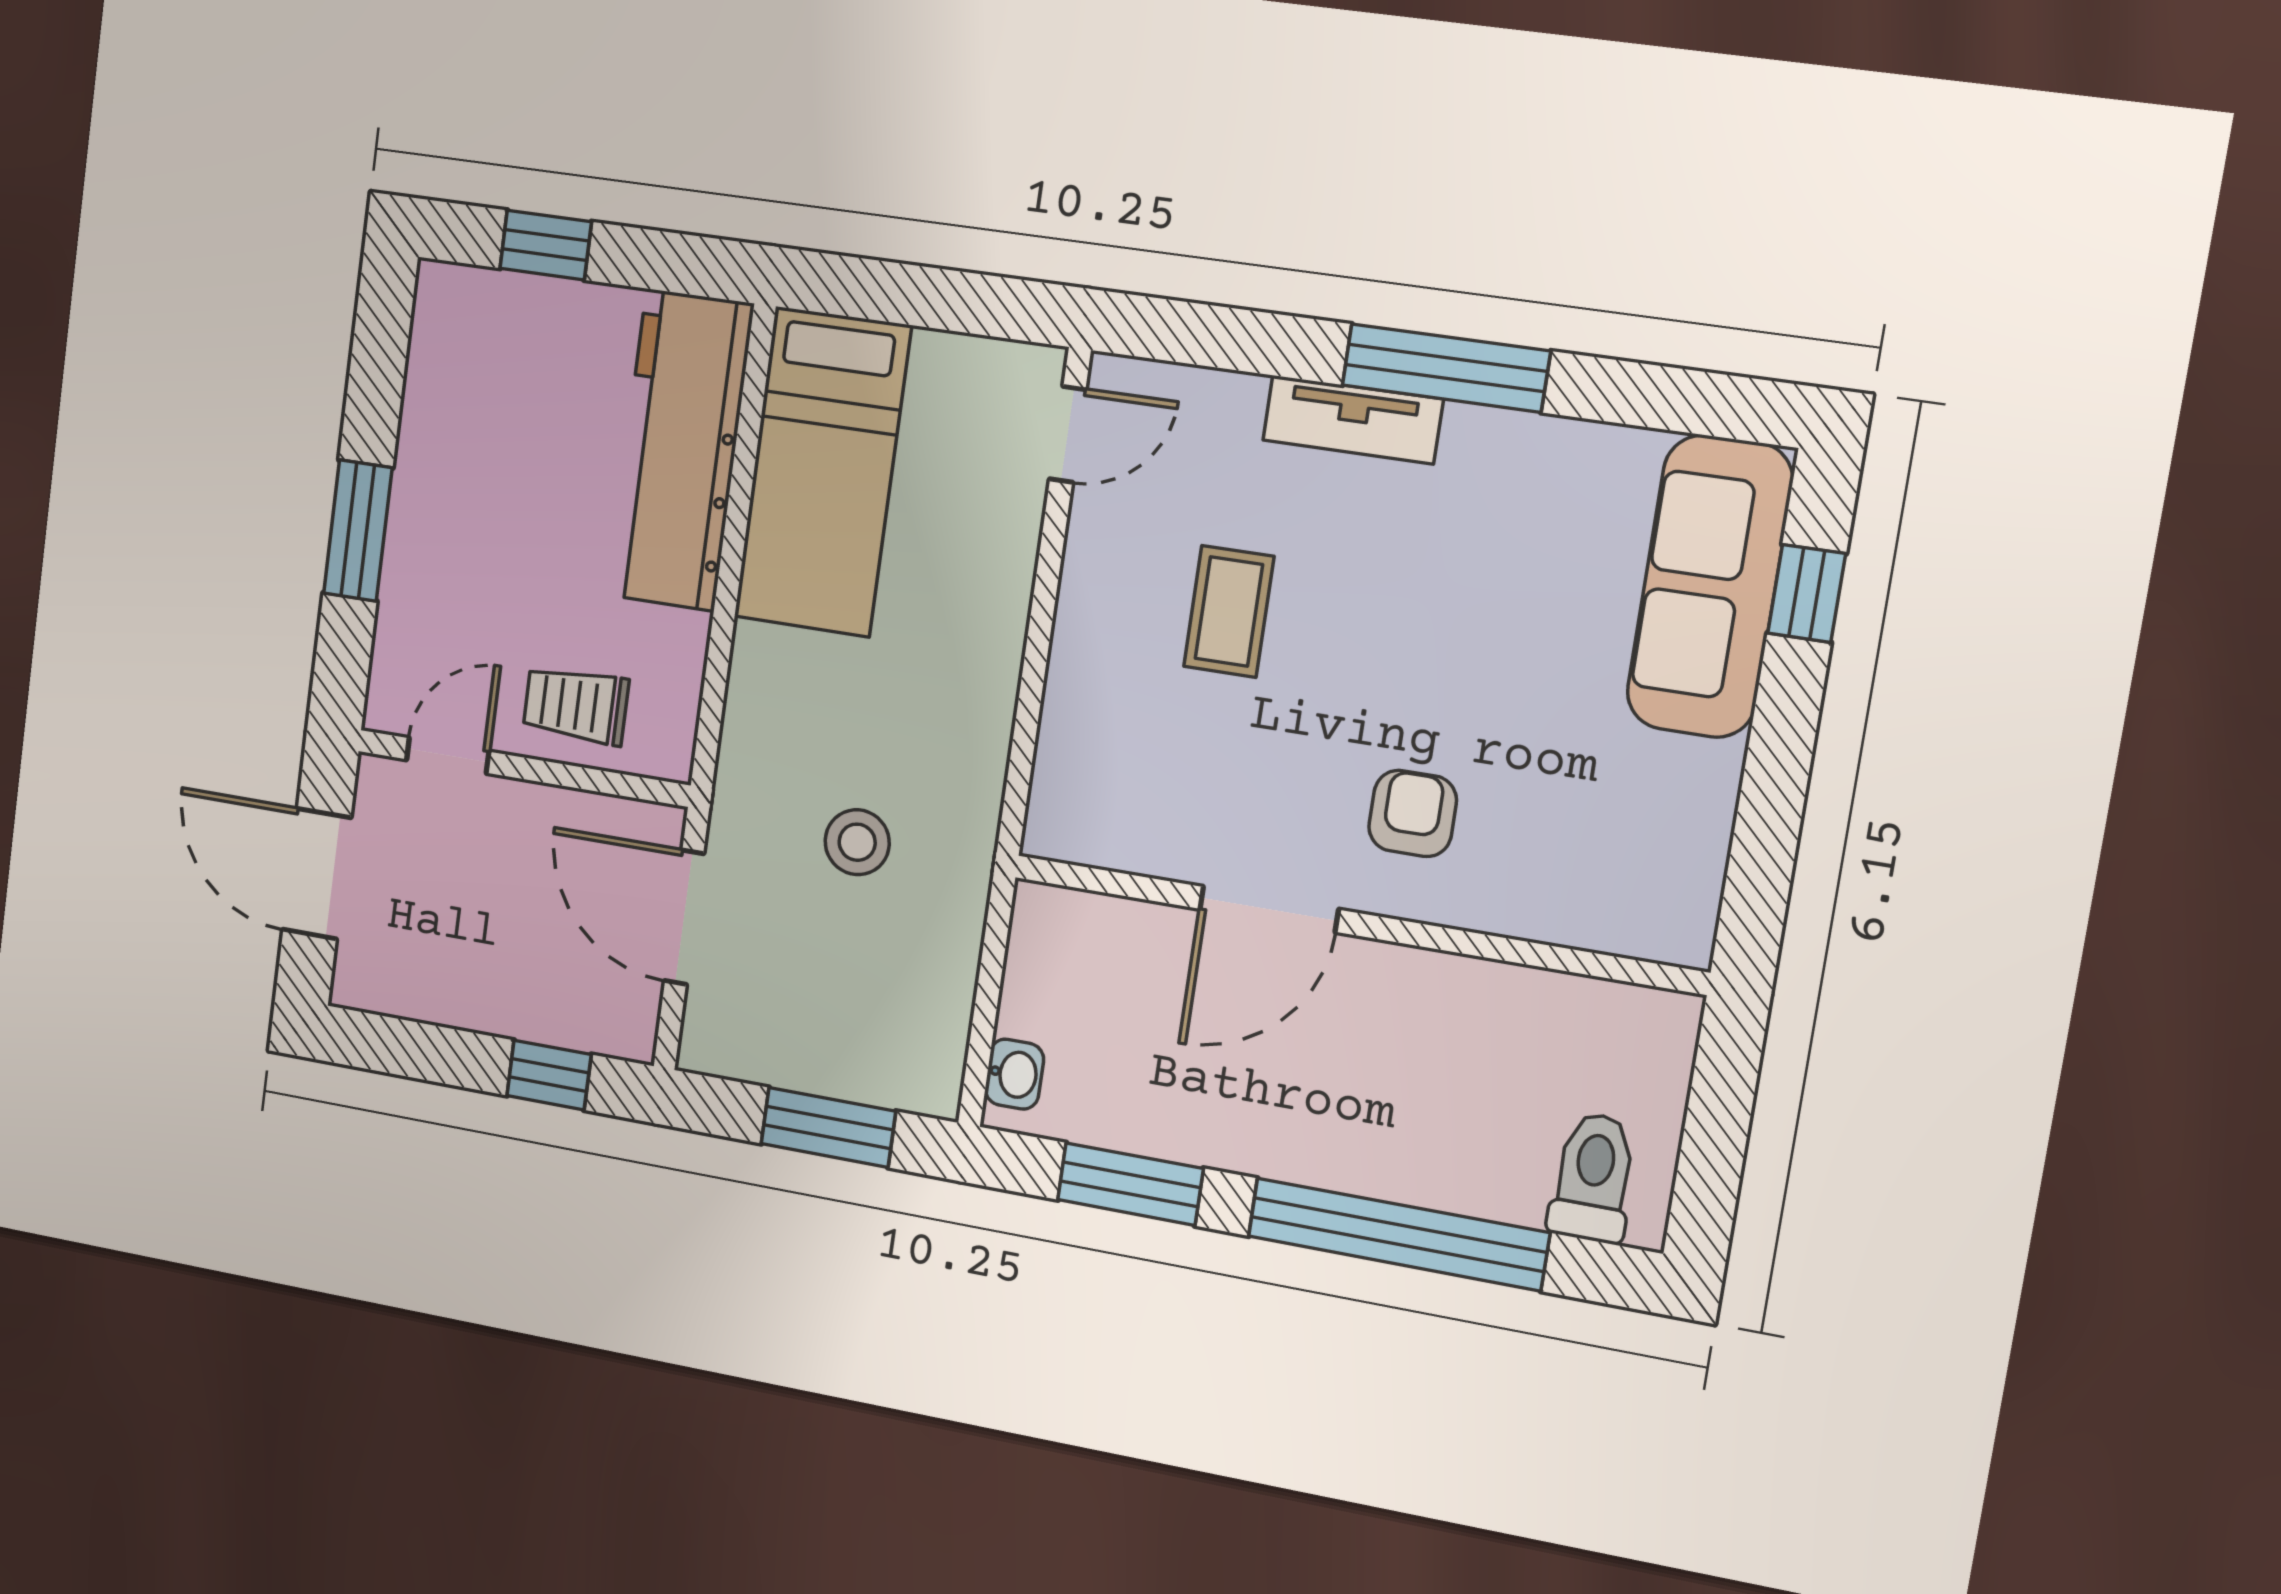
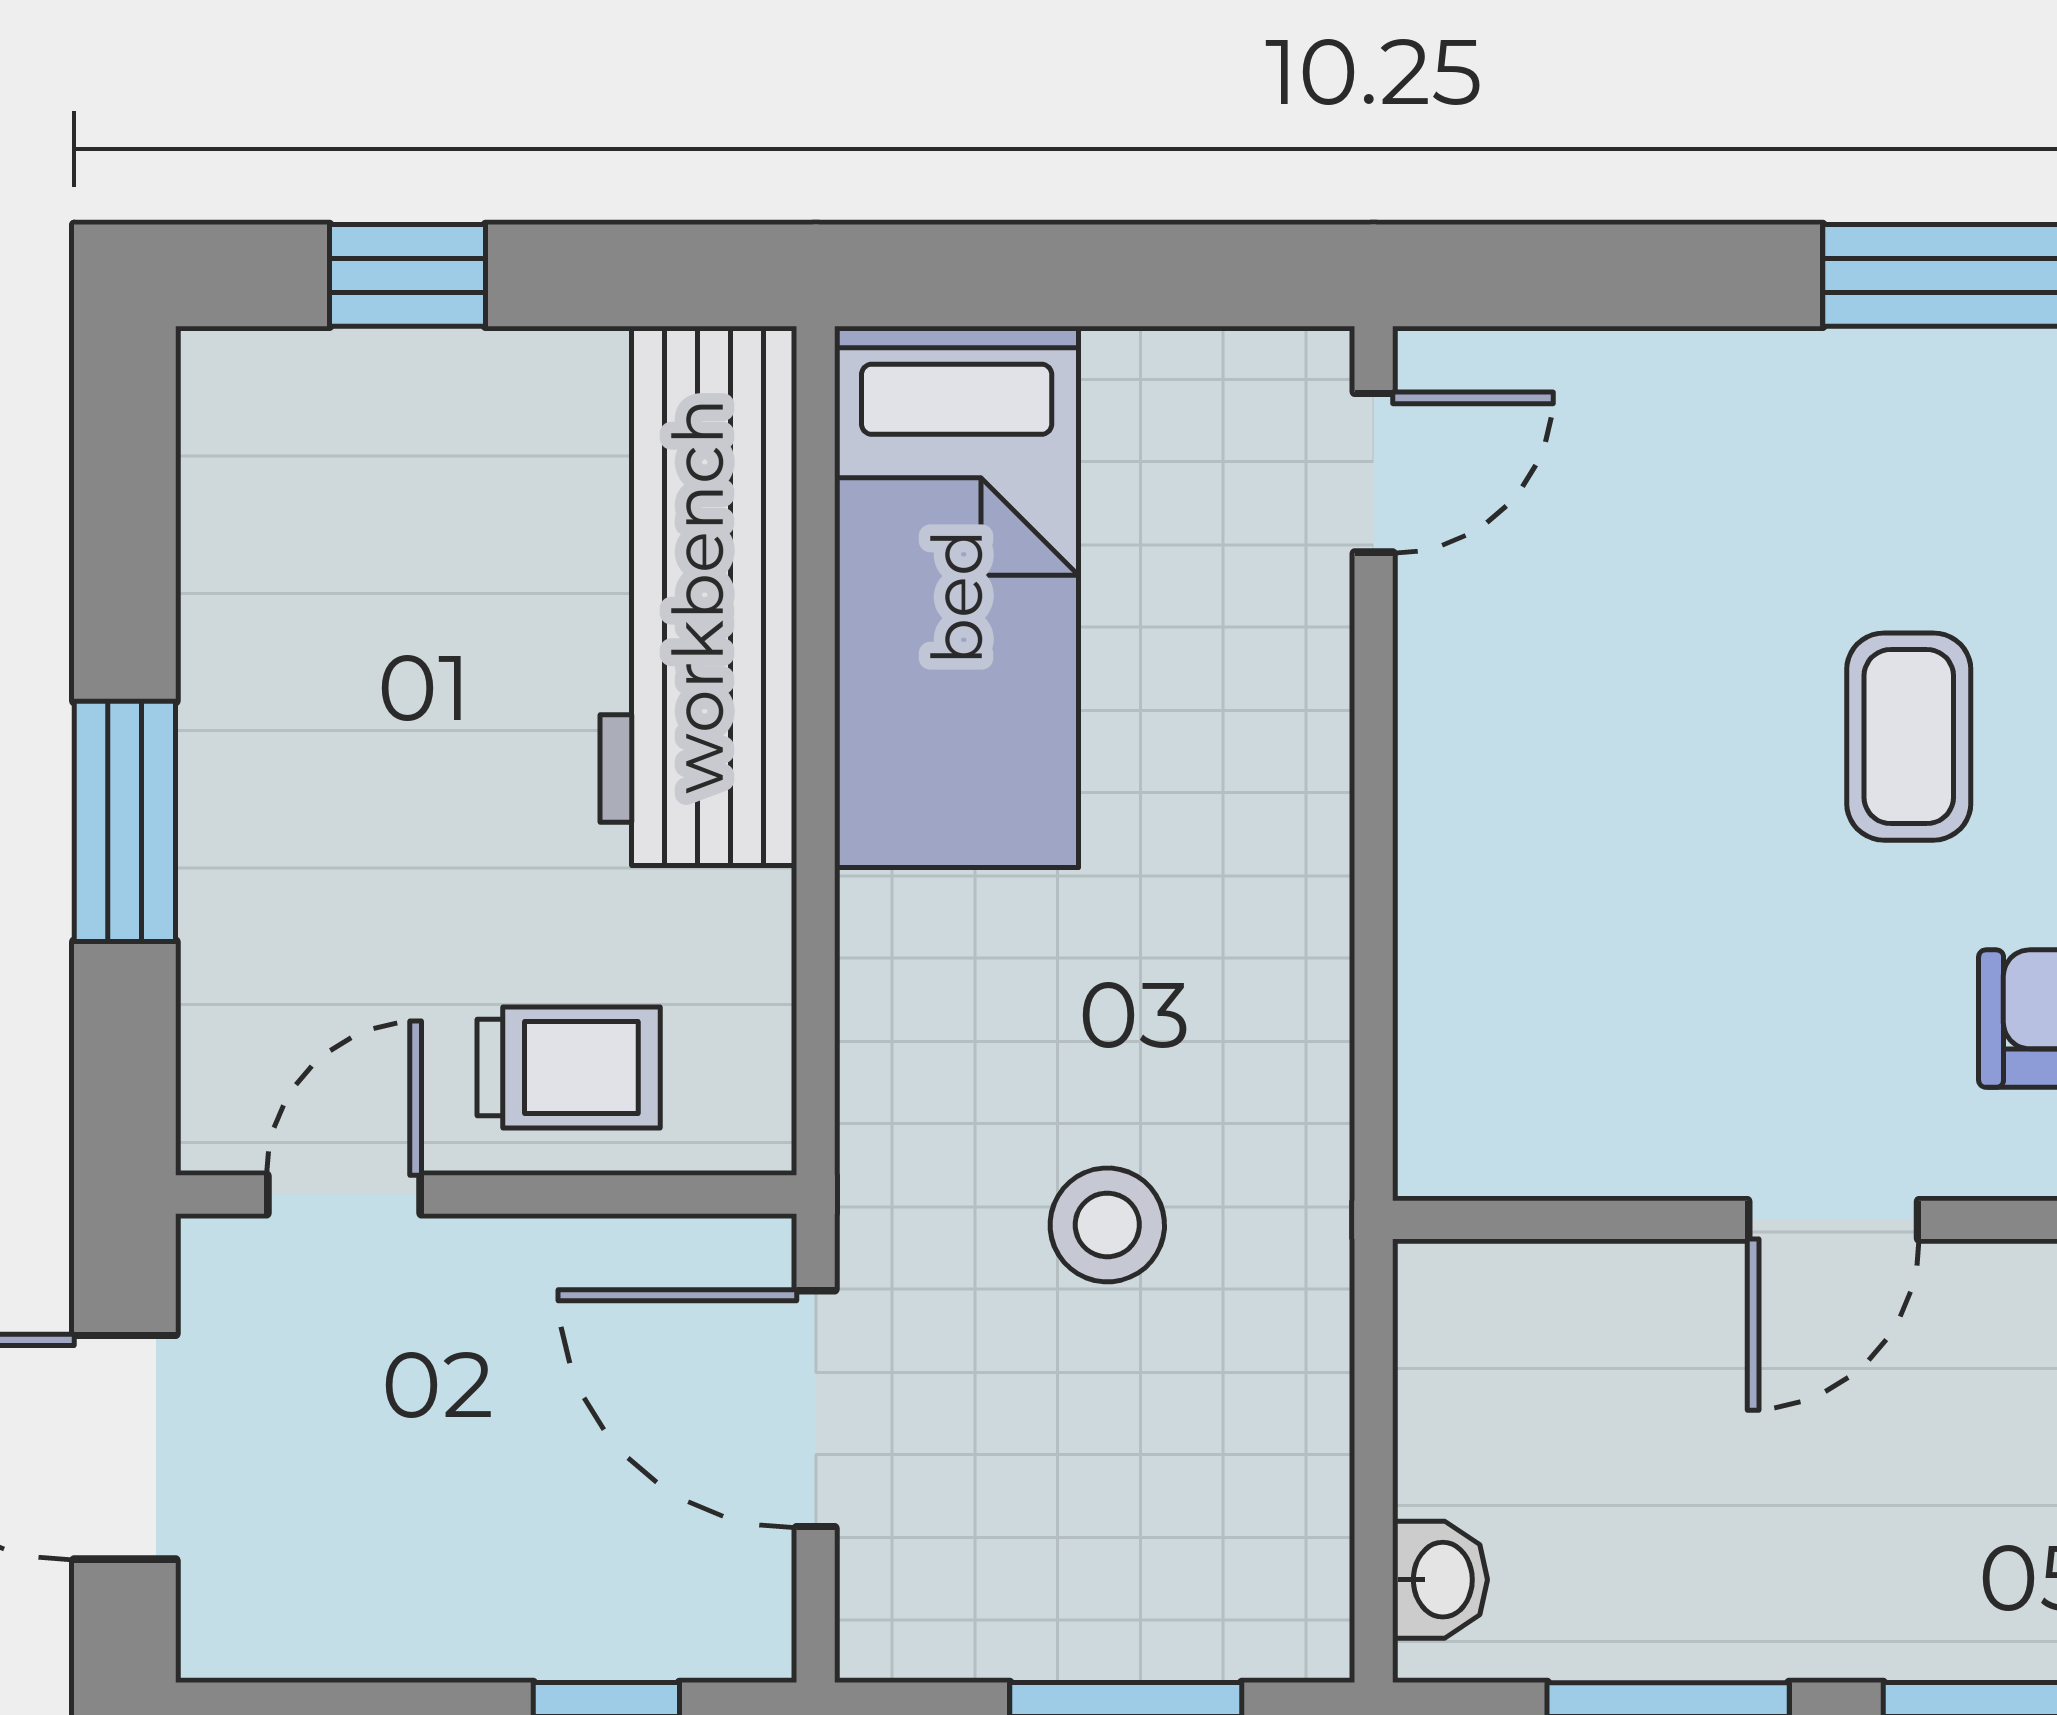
tv unit: (1353, 420) -> (1849, 381), removed
coffee table: (1229, 612) -> (1909, 737), moved
trolley: (576, 705) -> (569, 1067), turned 180
door: (1269, 909) -> (1833, 1220), width x0.73

